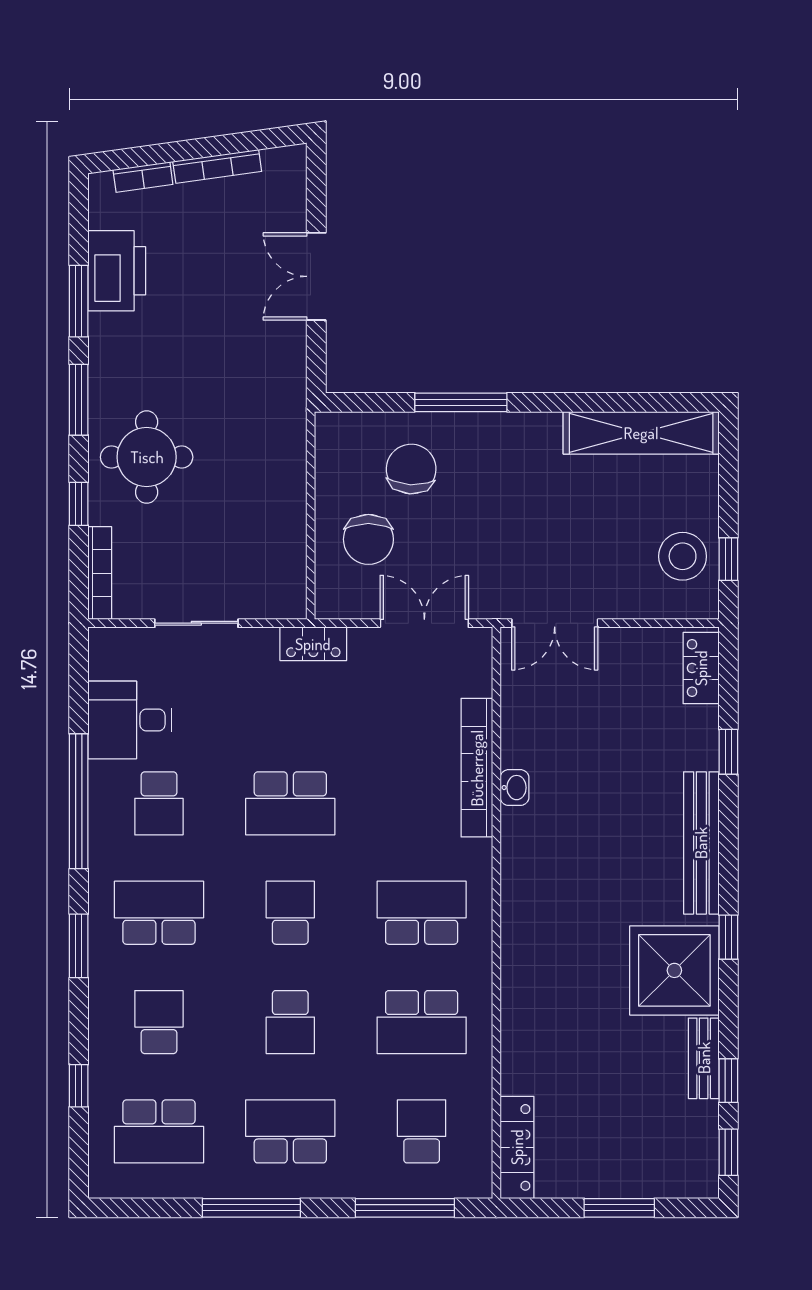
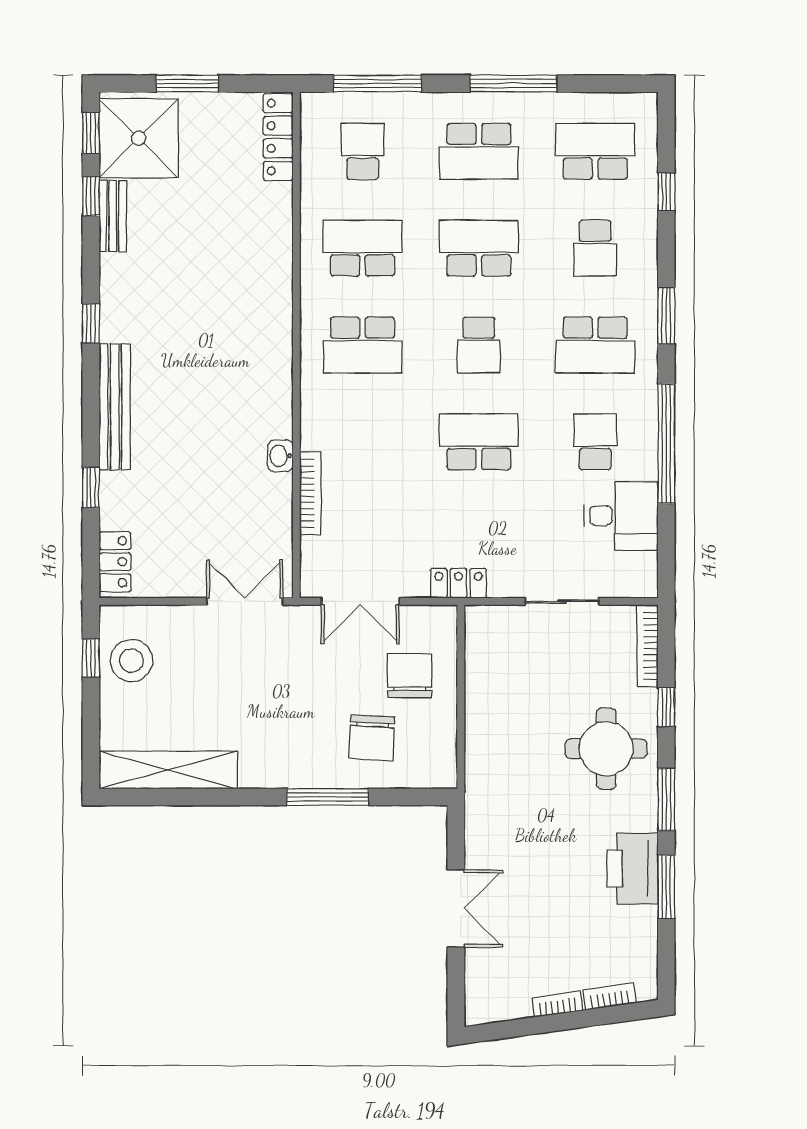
bookcase: (217, 166) -> (557, 1004), width x0.64
printer: (117, 271) -> (633, 869), moved
bookcase: (477, 768) -> (310, 493), width x0.68, depth x0.76
shower: (674, 970) -> (139, 138), moved
school desk: (290, 1022) -> (479, 248), width x1.85
school desk: (422, 1131) -> (363, 151), turned 180

